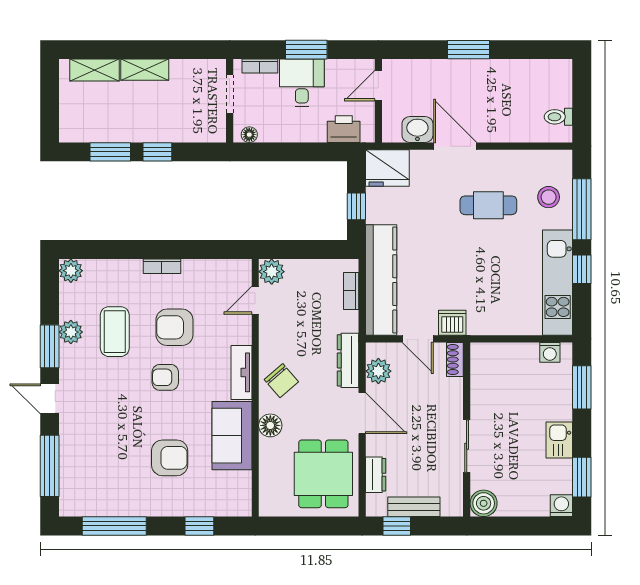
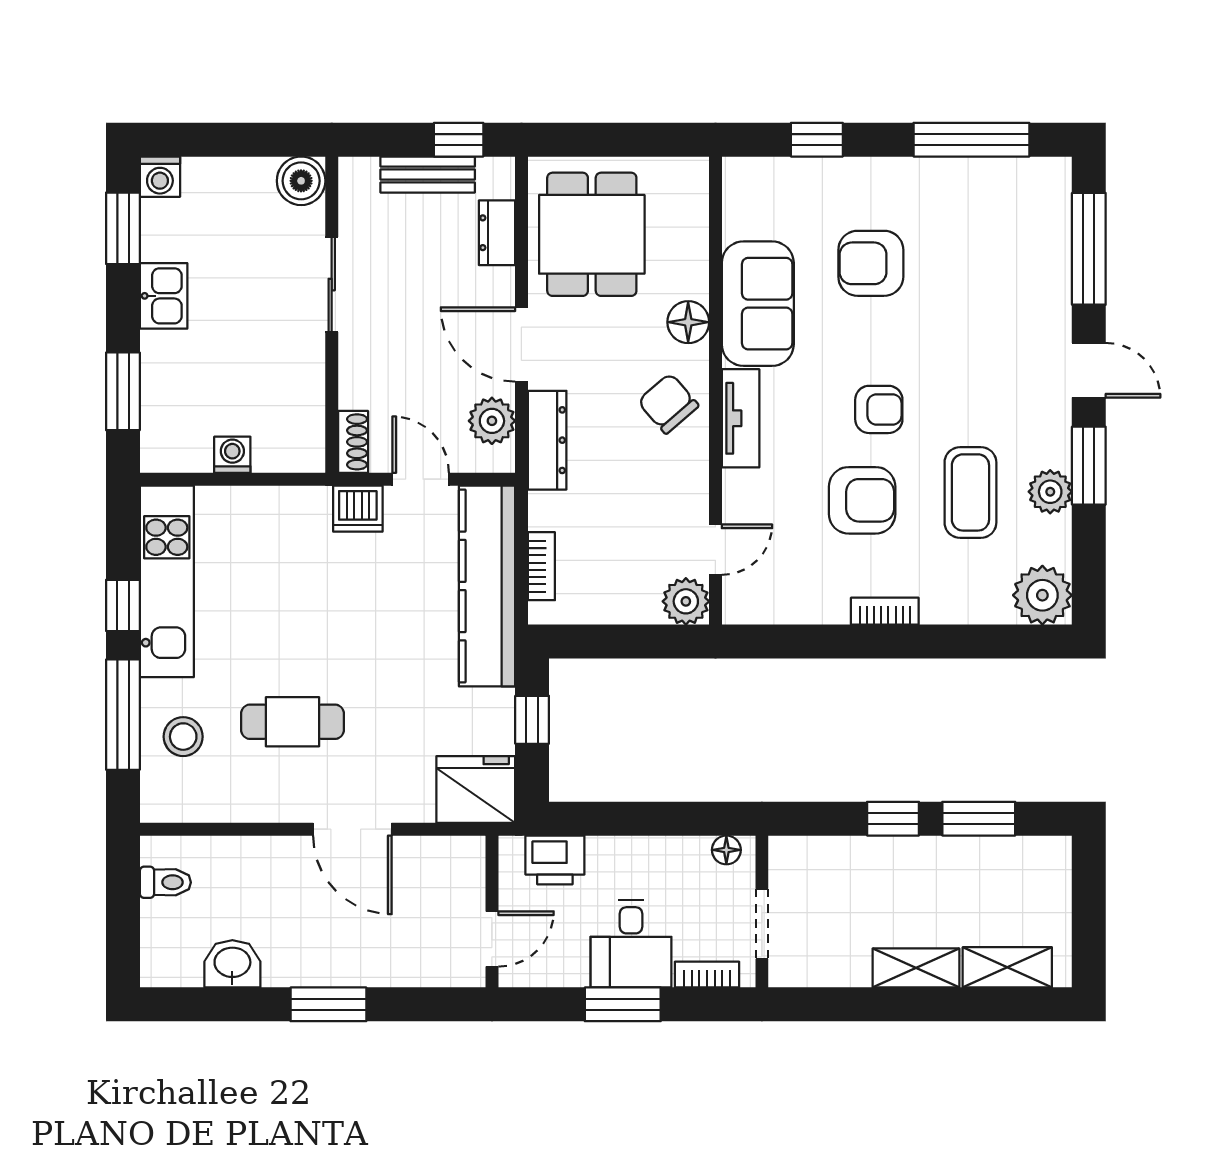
washbasin: (417, 129) -> (232, 964), moved, turned 180
plant: (71, 271) -> (1042, 595), width x1.36, depth x1.36
washing machine: (550, 352) -> (232, 455), moved

